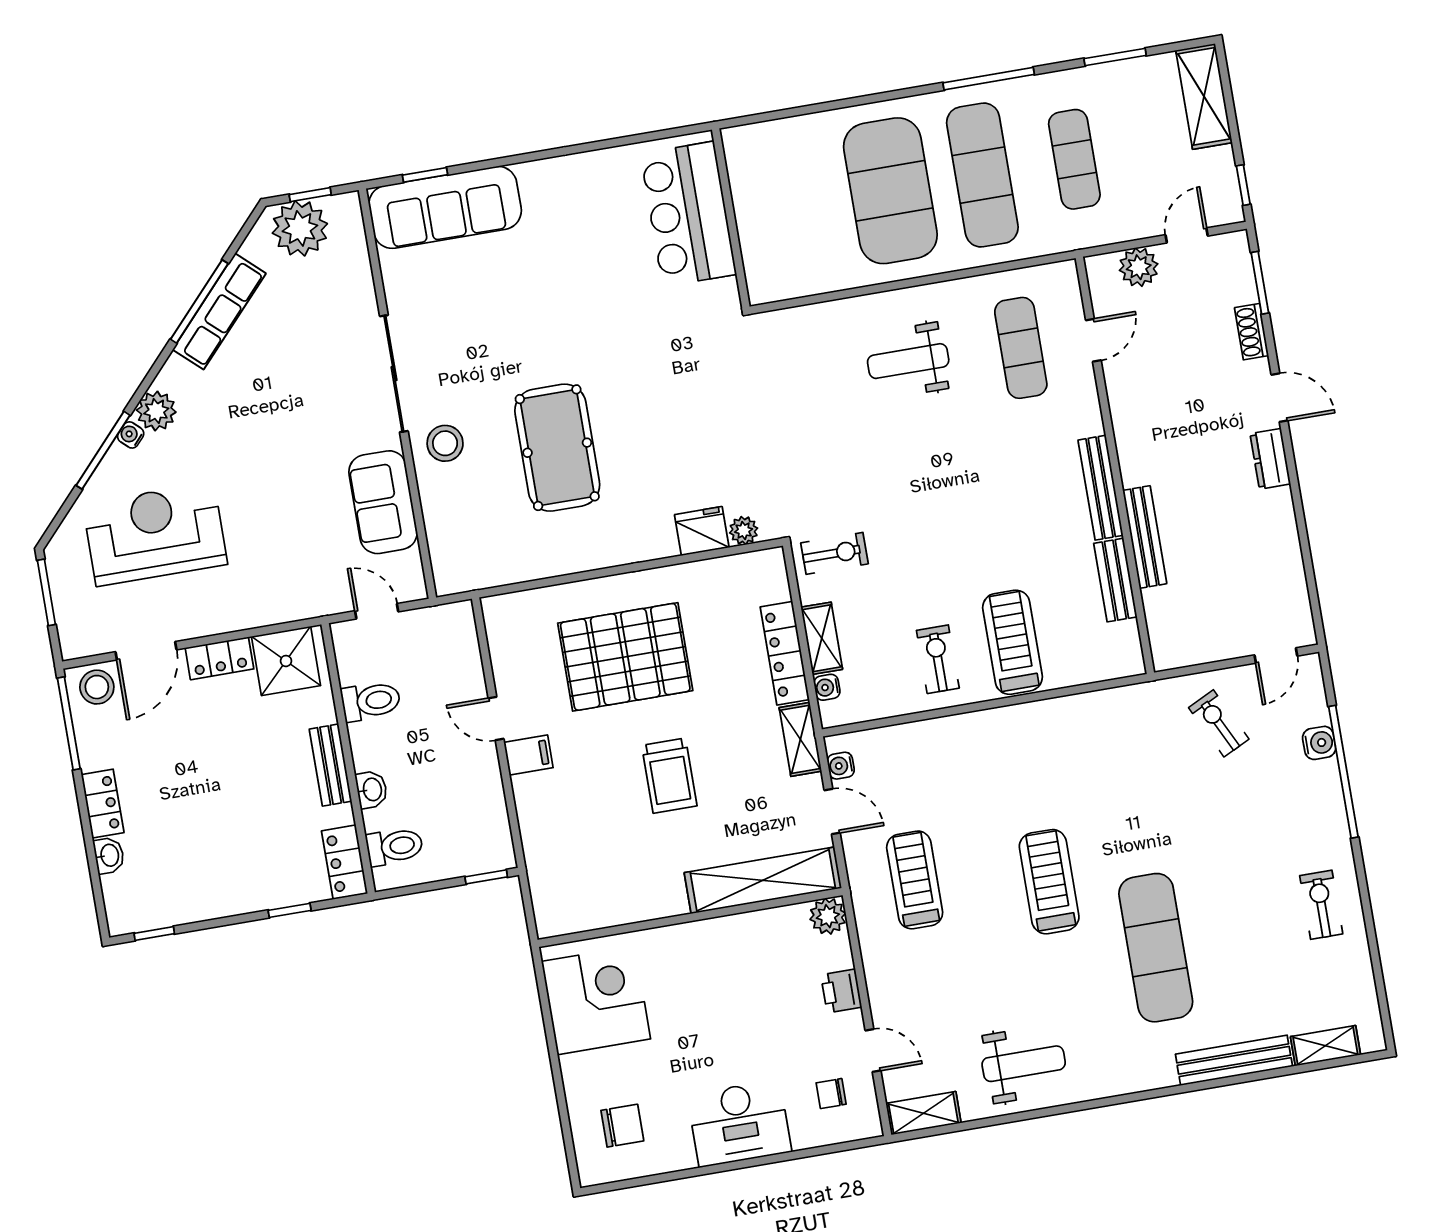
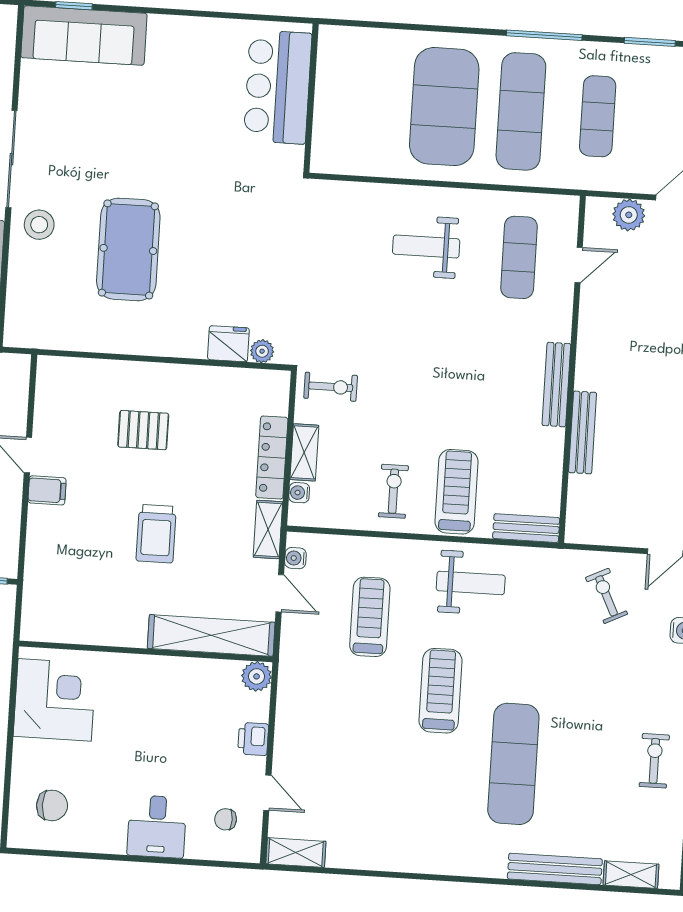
bench: (1115, 580) -> (526, 528), moved, turned 90
pallet: (625, 657) -> (143, 430), width x0.49, depth x0.50
treadmill: (915, 880) -> (370, 617), moved
weight bench: (1024, 1064) -> (471, 583), moved
desk: (739, 1123) -> (157, 826), width x0.73

